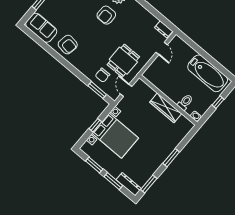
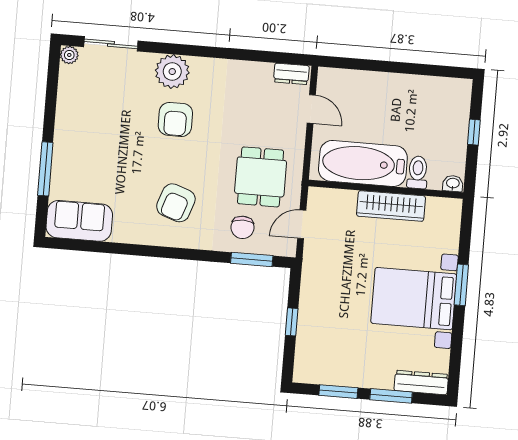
armchair: (68, 45) -> (176, 203), moved, turned 100
bathtub: (208, 73) -> (363, 163), moved, turned 180
door: (126, 90) -> (302, 224), hinge flipped
bed with nightstands: (115, 136) -> (414, 299), moved, turned 180
window: (149, 184) -> (455, 358), removed

